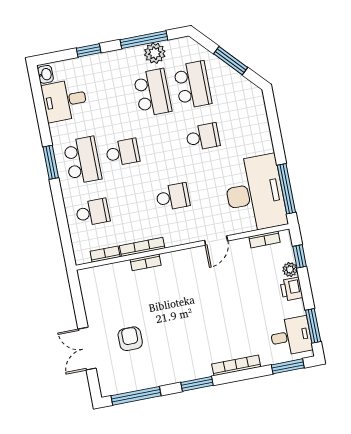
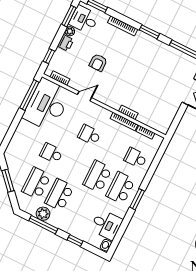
school desk: (123, 152) -> (97, 176), width x1.85
plant: (290, 270) -> (70, 31), moved
armchair: (130, 339) -> (98, 63), moved

